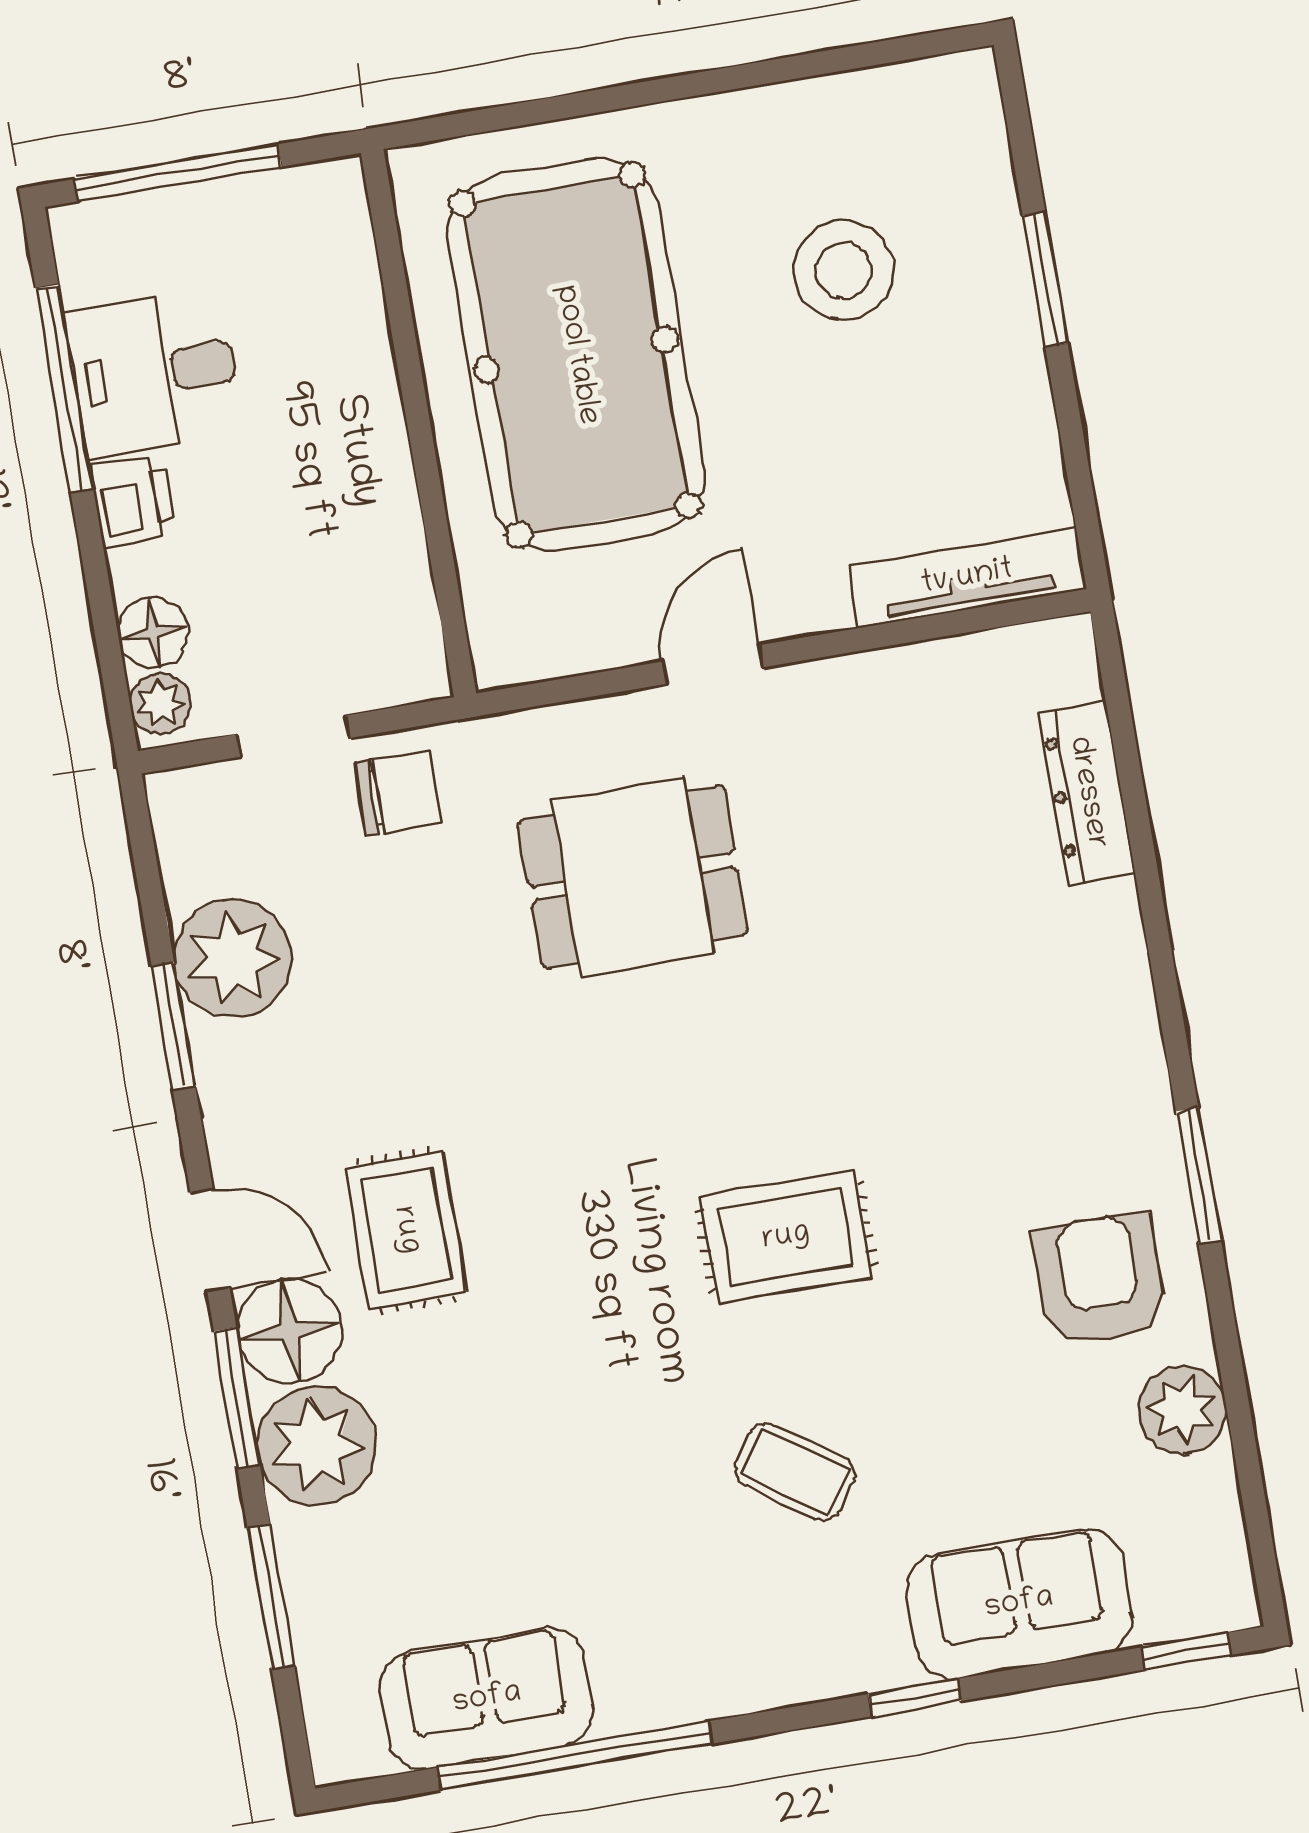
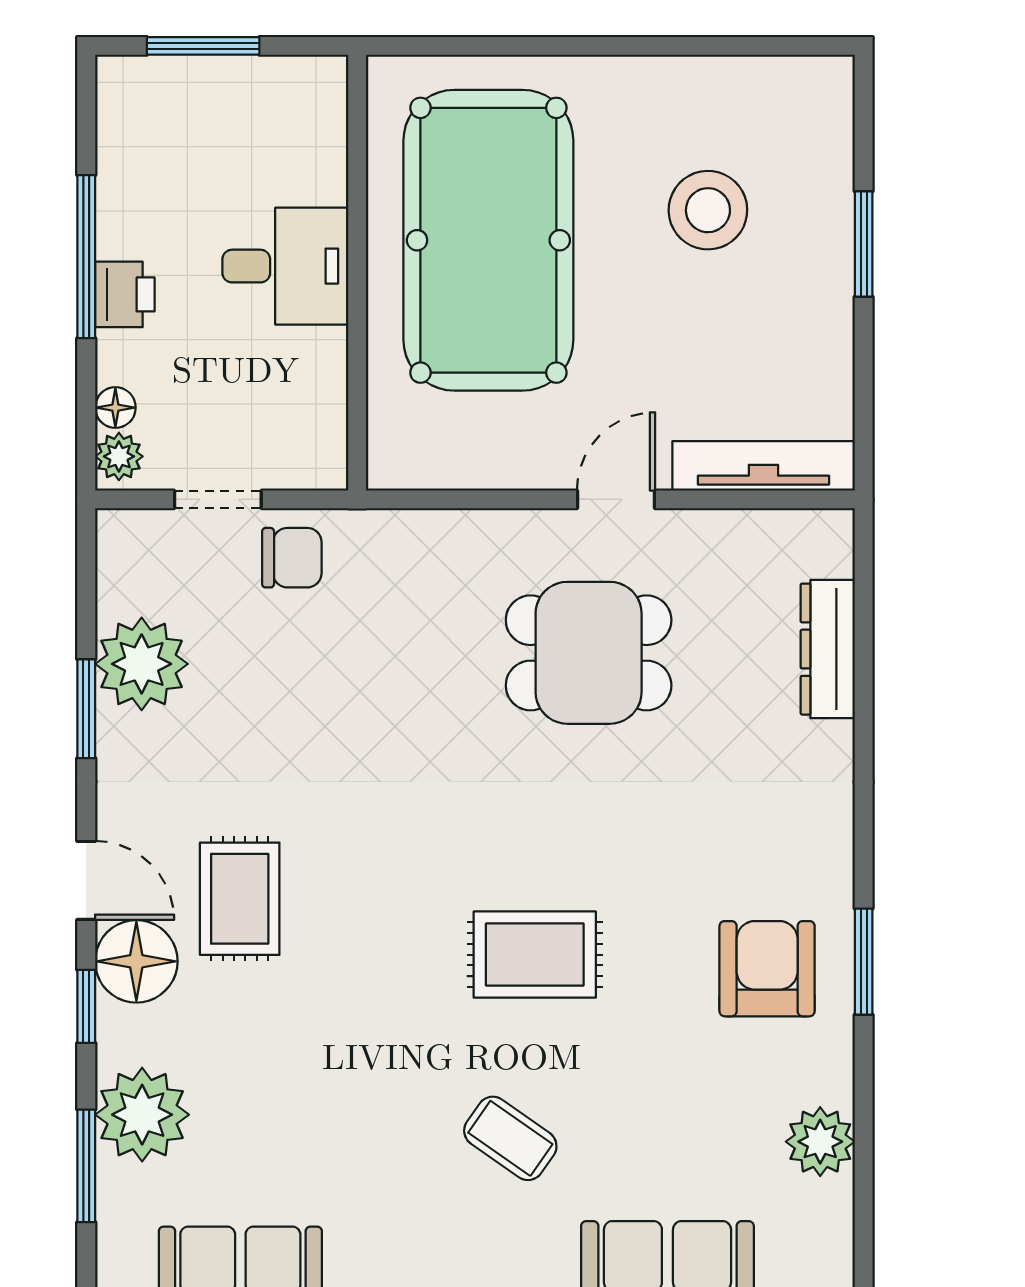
window: (178, 173) -> (203, 46), width x0.69
desk: (154, 373) -> (285, 266), moved, turned 180
window: (64, 388) -> (86, 257), moved
floor lamp: (153, 632) -> (115, 408), width x0.73, depth x0.73
door: (713, 664) -> (616, 499), moved
dining table: (633, 877) -> (589, 653), moved
armchair: (1100, 1280) -> (767, 969), moved
window: (237, 1398) -> (86, 1006), width x0.67
plant: (317, 1446) -> (142, 1115), moved

